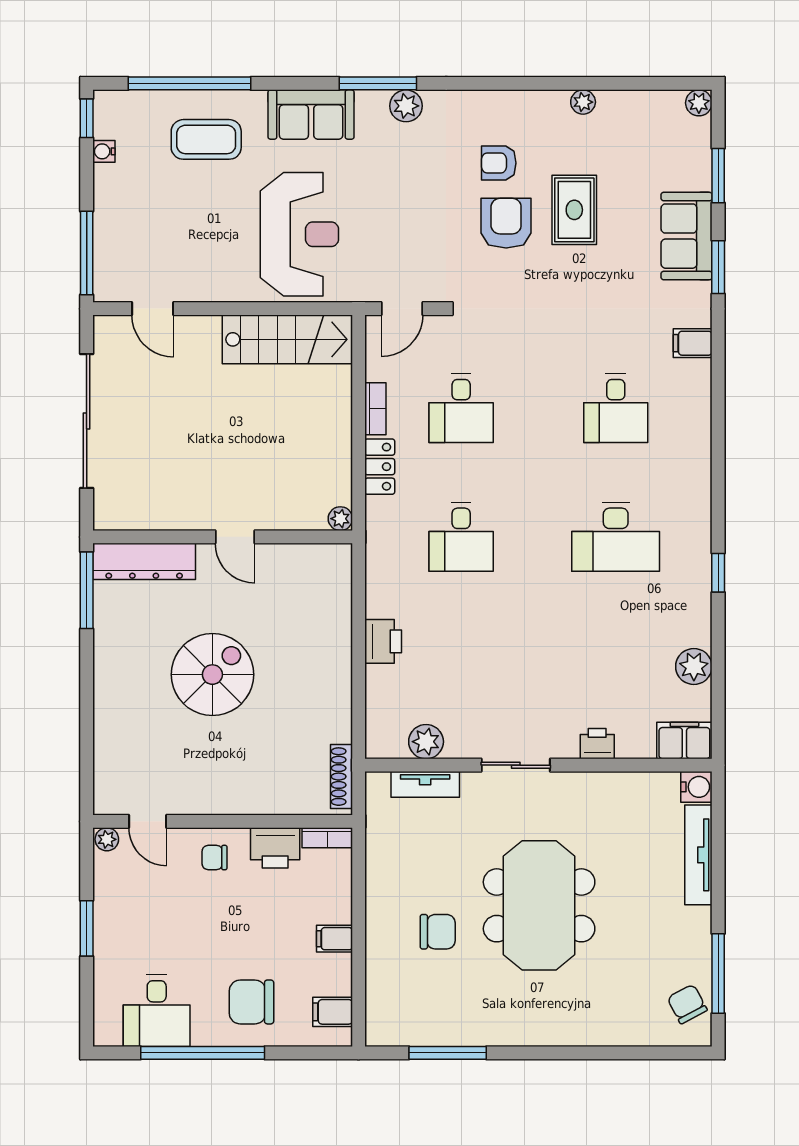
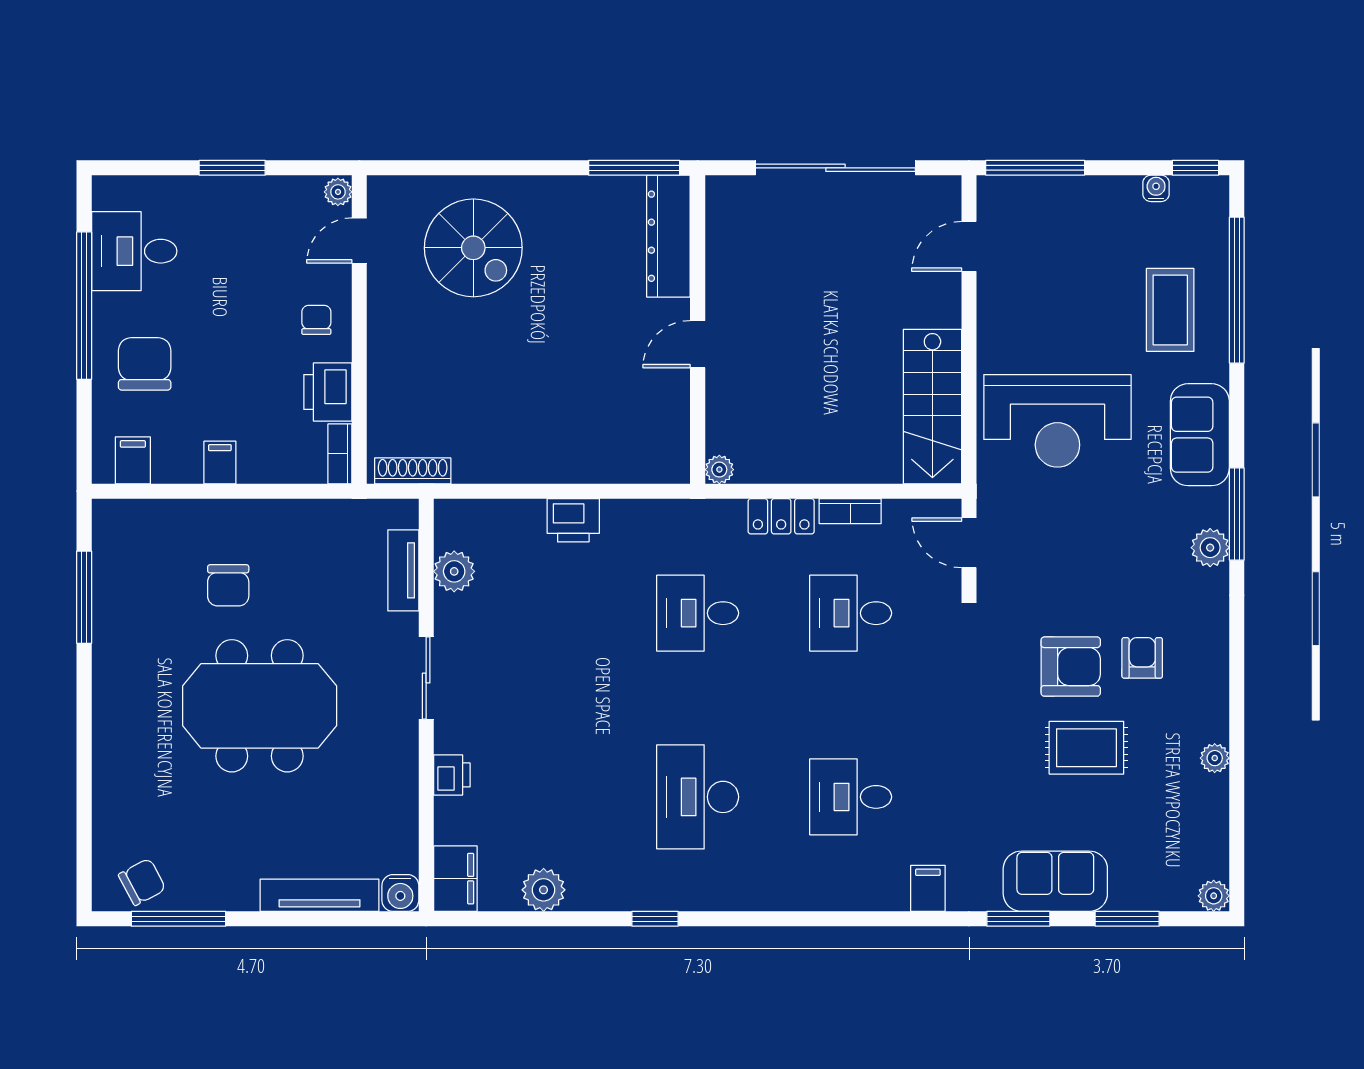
spiral stairs: (212, 675) -> (473, 248), moved

